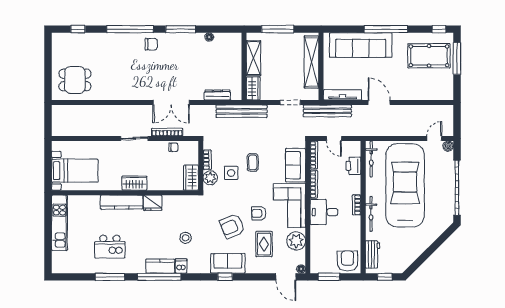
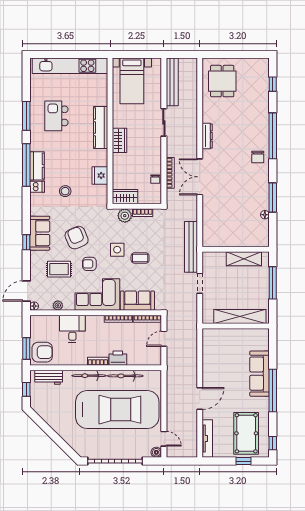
window: (181, 29) -> (273, 198), moved
sofa: (361, 45) -> (259, 374), width x0.74, depth x0.79
window: (457, 58) -> (244, 461), width x0.46
wardrobe: (253, 88) -> (214, 258), removed
dresser: (217, 95) -> (207, 136), moved
tv unit: (343, 95) -> (207, 438), moved
doorway: (290, 102) -> (200, 283), moved
door: (379, 102) -> (200, 399), moved
bench: (327, 111) -> (172, 82), moved
sliding door: (134, 139) -> (164, 122), moved
bicycle: (371, 159) -> (125, 376), moved
printer: (353, 166) -> (118, 358), moved
side table: (231, 173) -> (117, 250), moved
fridge: (153, 203) -> (100, 176), moved
desk: (324, 212) -> (72, 329), moved
armchair: (259, 213) -> (89, 264), turned -90
kitchen unit: (59, 223) -> (70, 66), width x1.36
plant: (296, 241) -> (58, 305), width x0.53, depth x0.53
window: (225, 277) -> (26, 242), moved
window: (329, 277) -> (26, 348), moved

